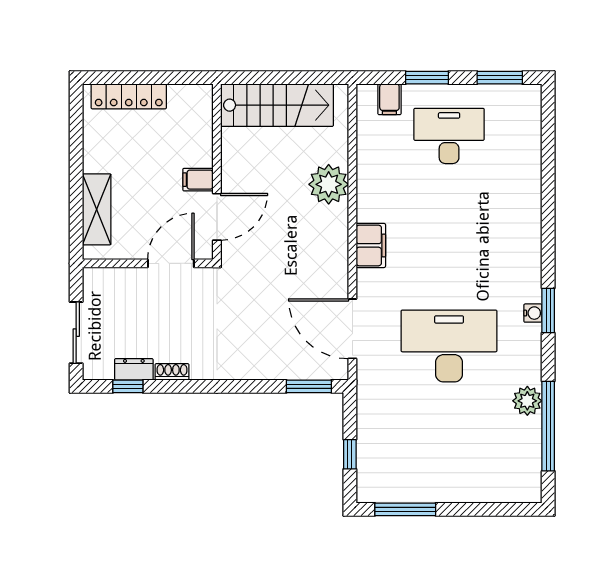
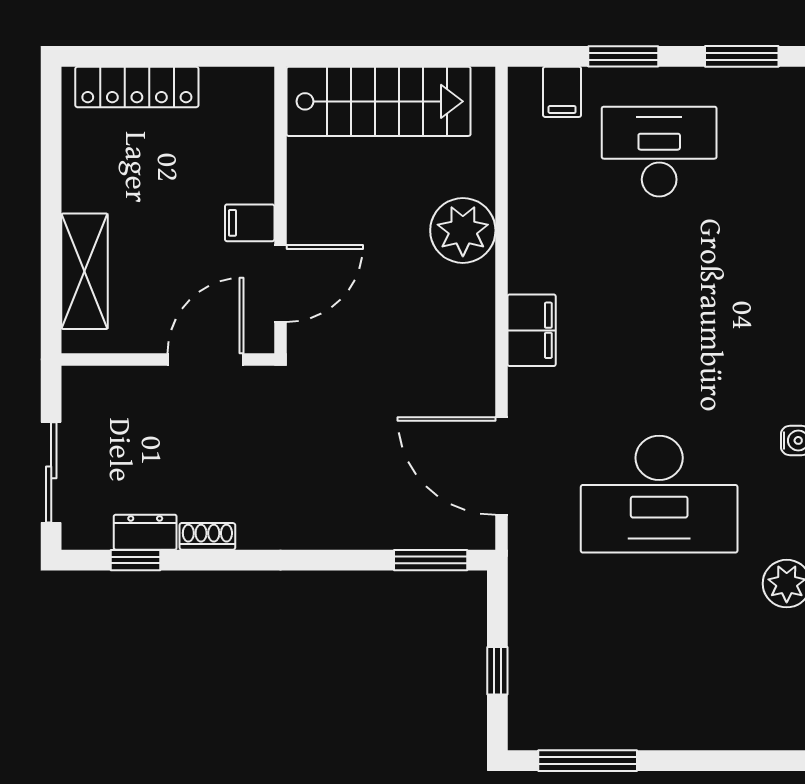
desk: (449, 346) -> (659, 494), turned 180

